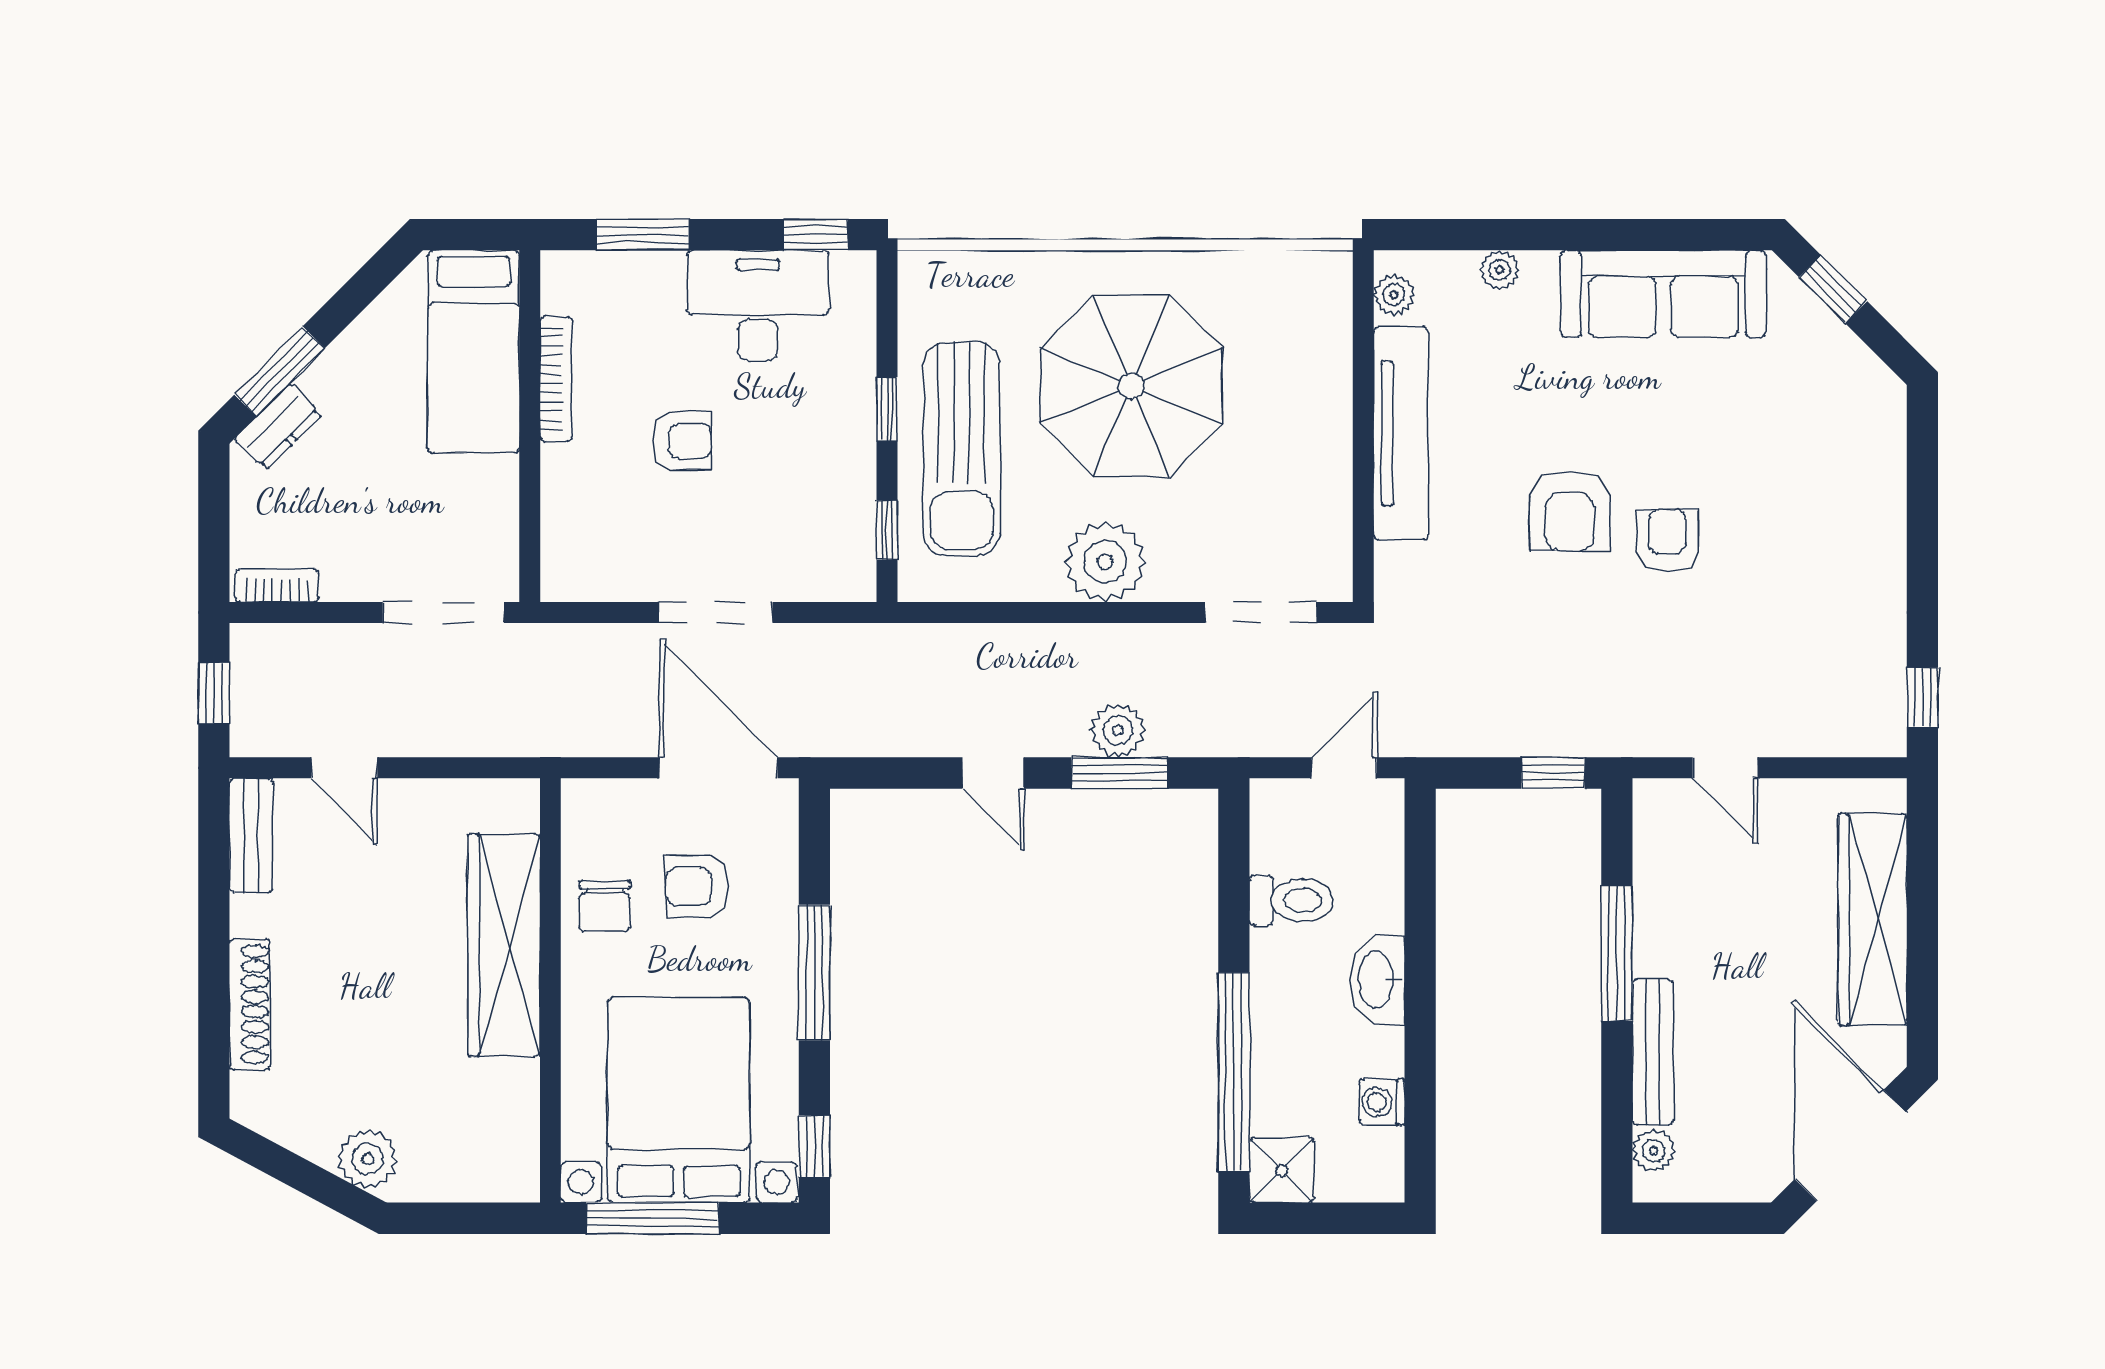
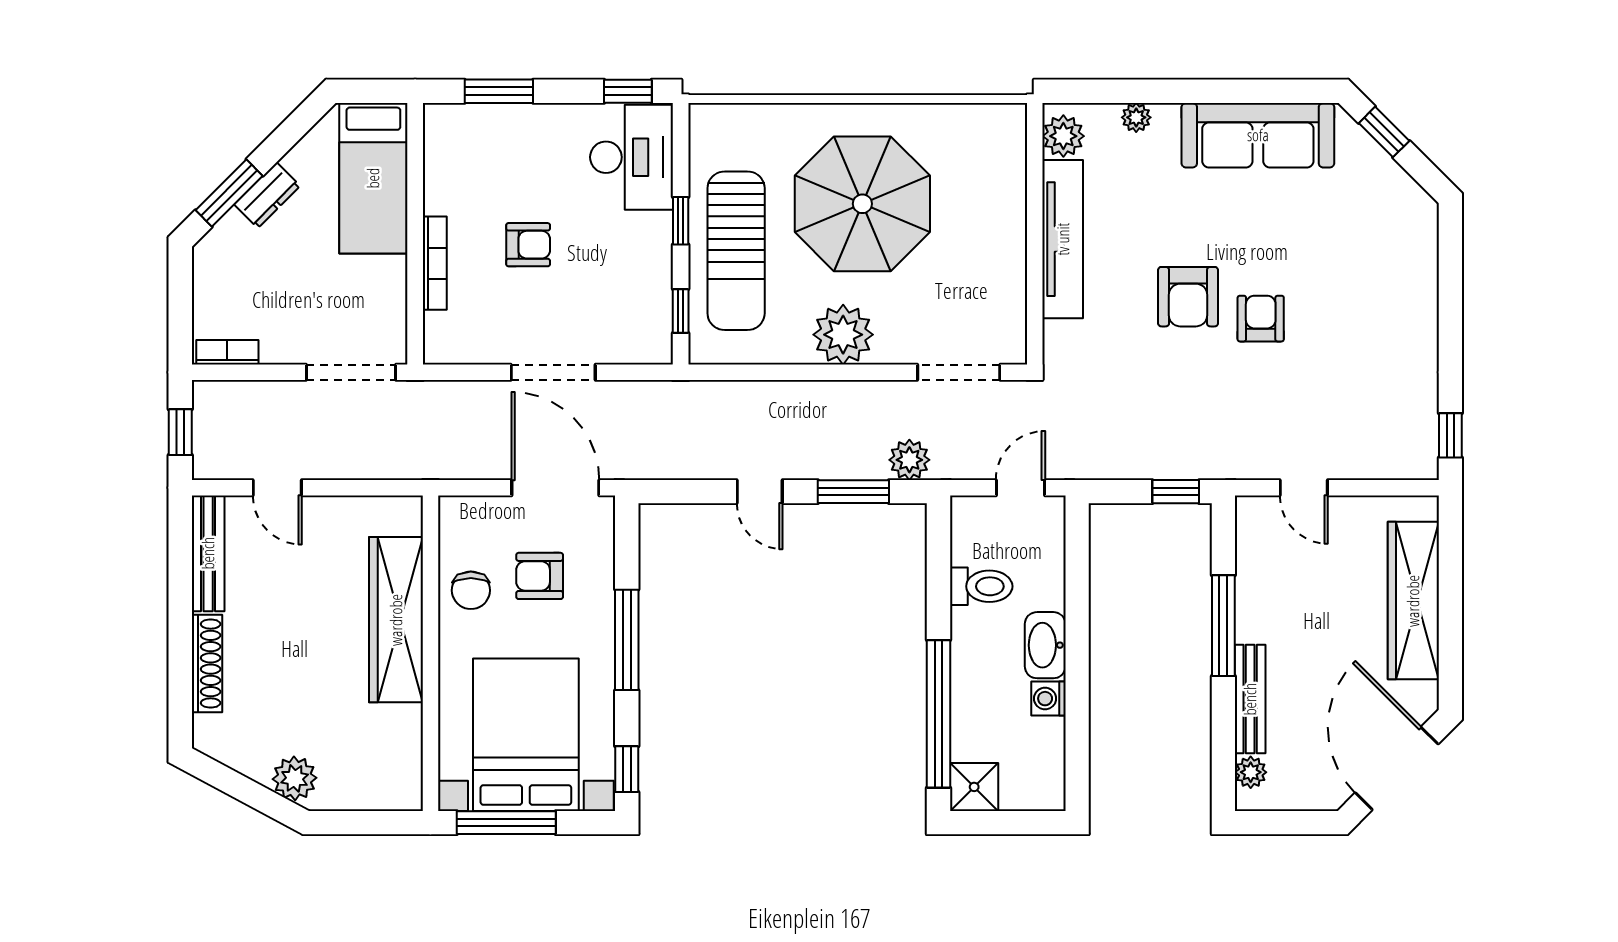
plant: (1394, 295) -> (1063, 136), width x1.38, depth x1.38
desk: (758, 306) -> (632, 157), moved, turned 90
bookcase: (556, 379) -> (435, 263), moved
dresser: (278, 427) -> (267, 195), moved
plant: (1118, 730) -> (909, 460), moved
bench: (251, 835) -> (208, 553), width x1.36
washing machine: (1382, 1102) -> (1048, 699), moved

